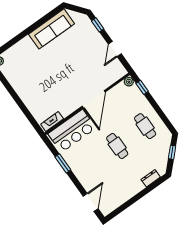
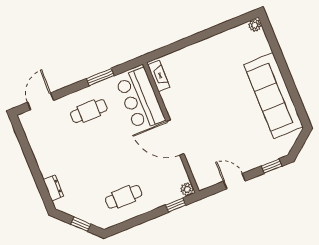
sofa: (51, 29) -> (273, 96), width x1.36, depth x1.27
cafe table: (117, 146) -> (89, 111), moved
door: (91, 202) -> (41, 101), swing flipped

